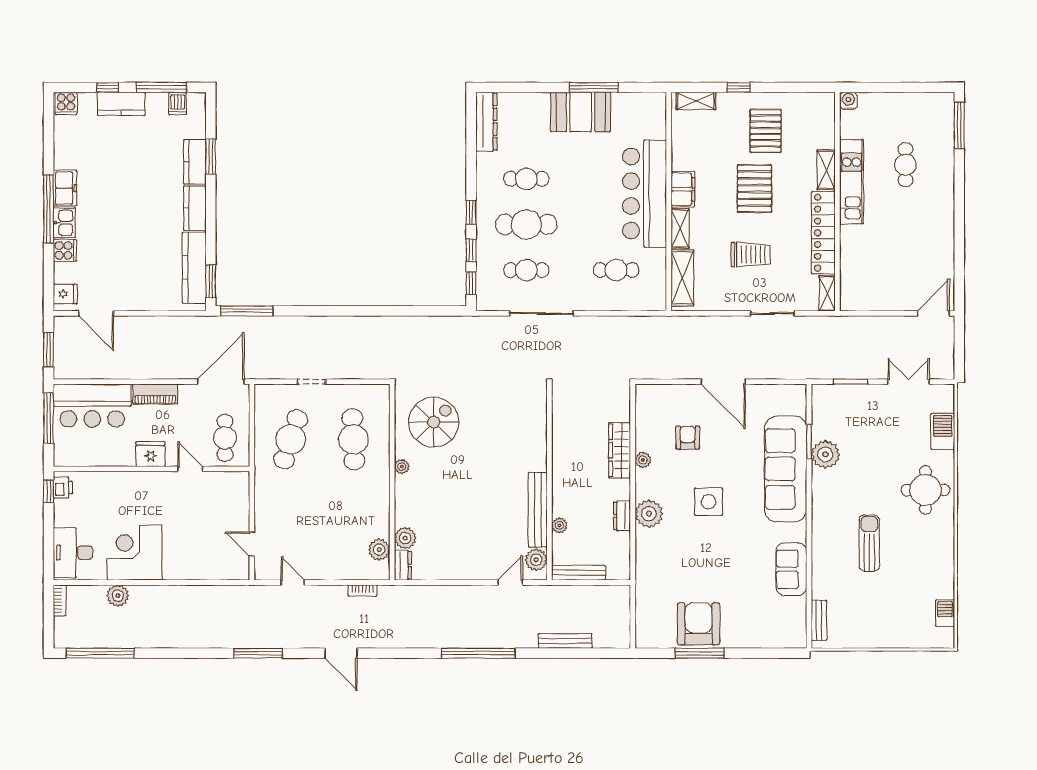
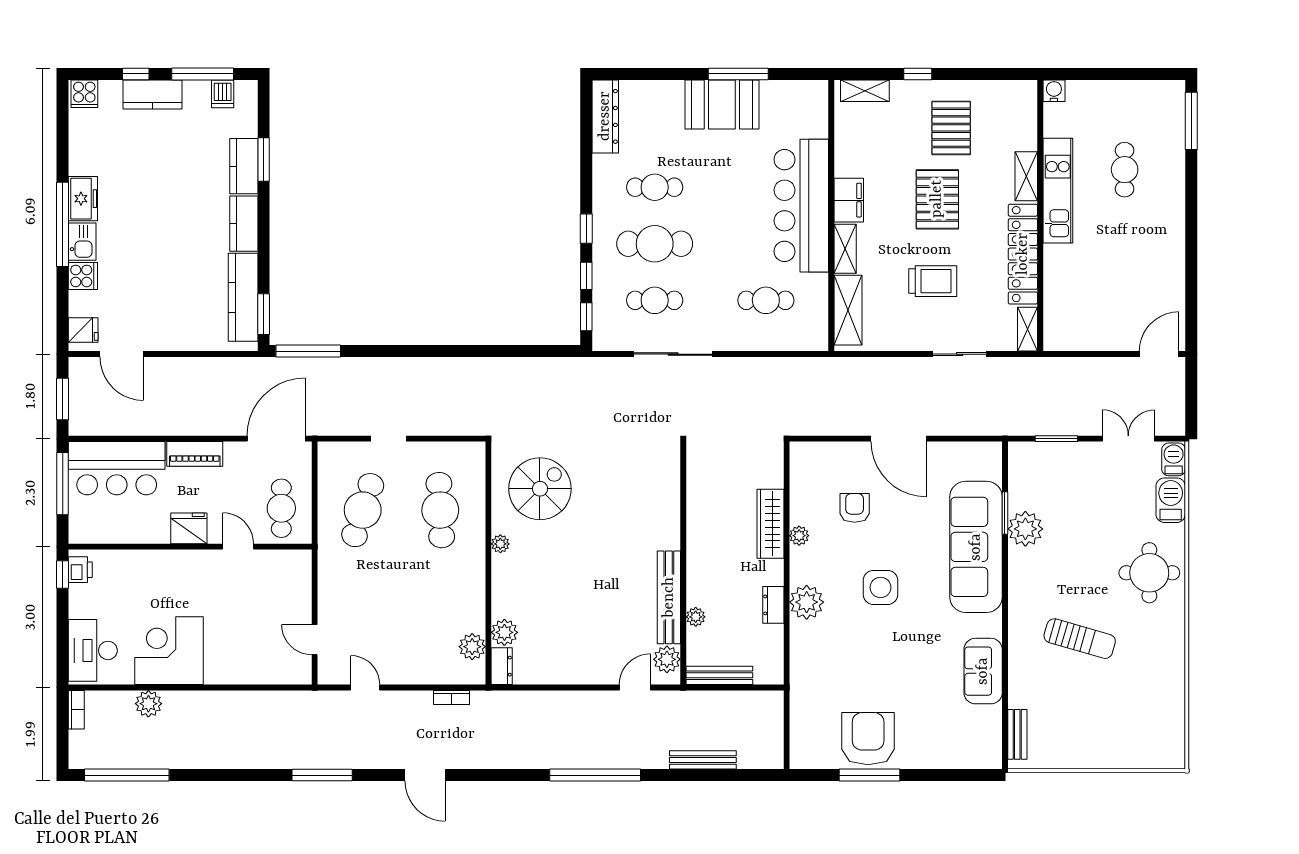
sun lounger: (869, 543) -> (1080, 639), turned 106
barbecue: (945, 613) -> (1174, 459), moved

